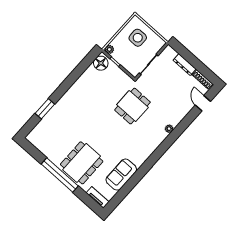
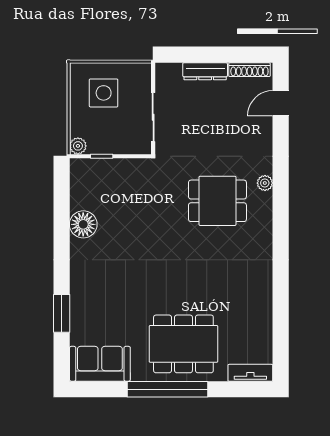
floor lamp: (101, 63) -> (83, 224), moved
door: (203, 103) -> (281, 103), hinge flipped
dining table: (132, 106) -> (217, 201), moved, turned 90
dining table: (82, 163) -> (183, 344), turned 90
sofa: (121, 175) -> (100, 364), moved, turned 90

